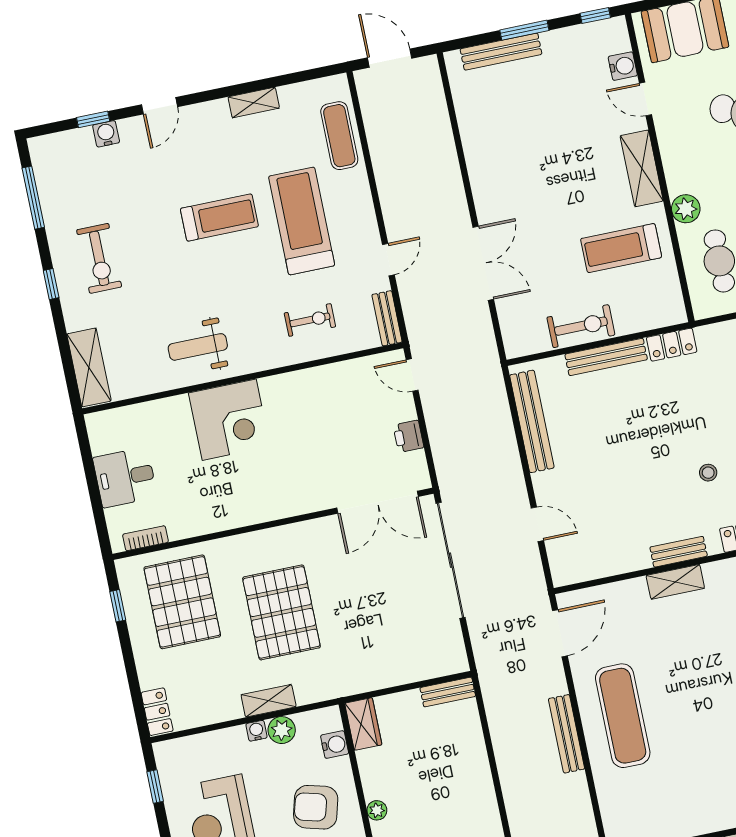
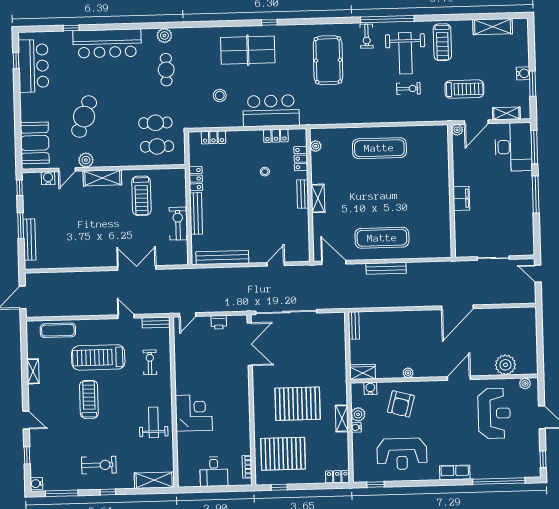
water cooler: (106, 134) -> (37, 484), moved
plant: (686, 209) -> (86, 160), moved
weight bench: (198, 347) -> (153, 422), turned 180

